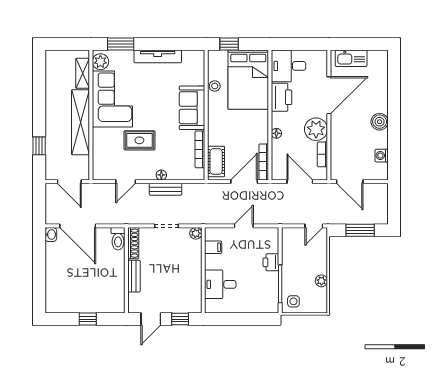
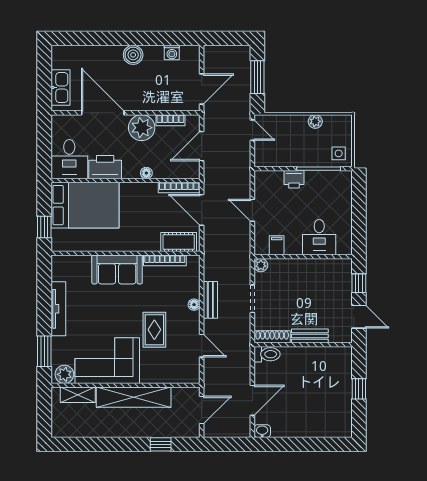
stool: (215, 86) -> (92, 244), removed
door: (78, 226) -> (252, 400), width x0.73

